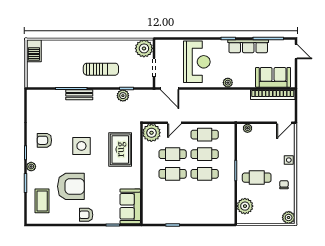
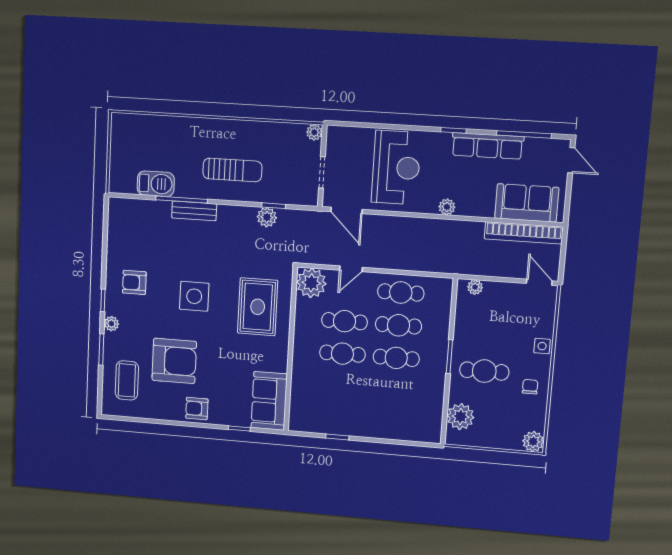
plant: (144, 48) -> (314, 132), width x0.53, depth x0.53
barbecue: (34, 51) -> (156, 184), moved, turned -90
door: (284, 123) -> (539, 282), swing flipped

